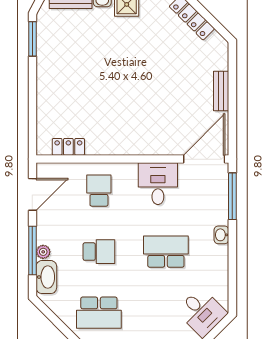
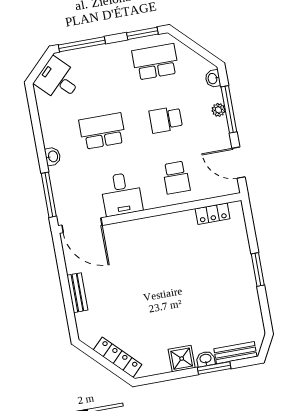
window: (32, 39) -> (258, 269), moved
door: (204, 159) -> (82, 225), hinge flipped
door: (32, 194) -> (238, 163), hinge flipped
school desk: (166, 252) -> (102, 131), turned 180
washbasin: (46, 277) -> (213, 79), width x0.52, depth x0.69

